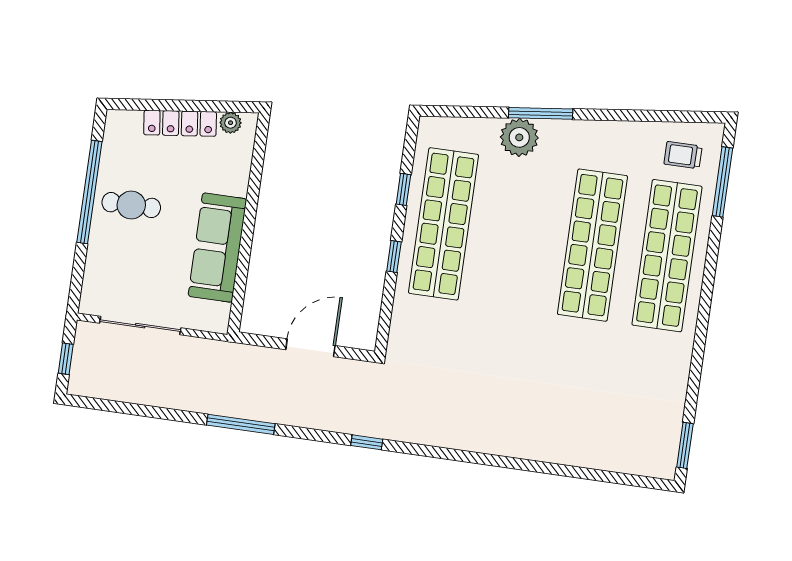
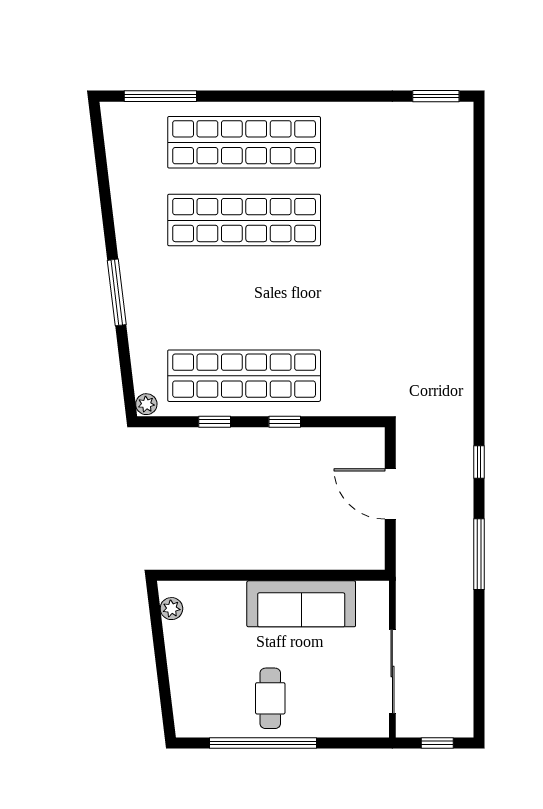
locker: (180, 123) -> (179, 660), removed
plant: (519, 137) -> (146, 404), moved, width x0.53, depth x0.53
trolley: (683, 155) -> (139, 140), removed
window: (367, 442) -> (479, 462), moved

